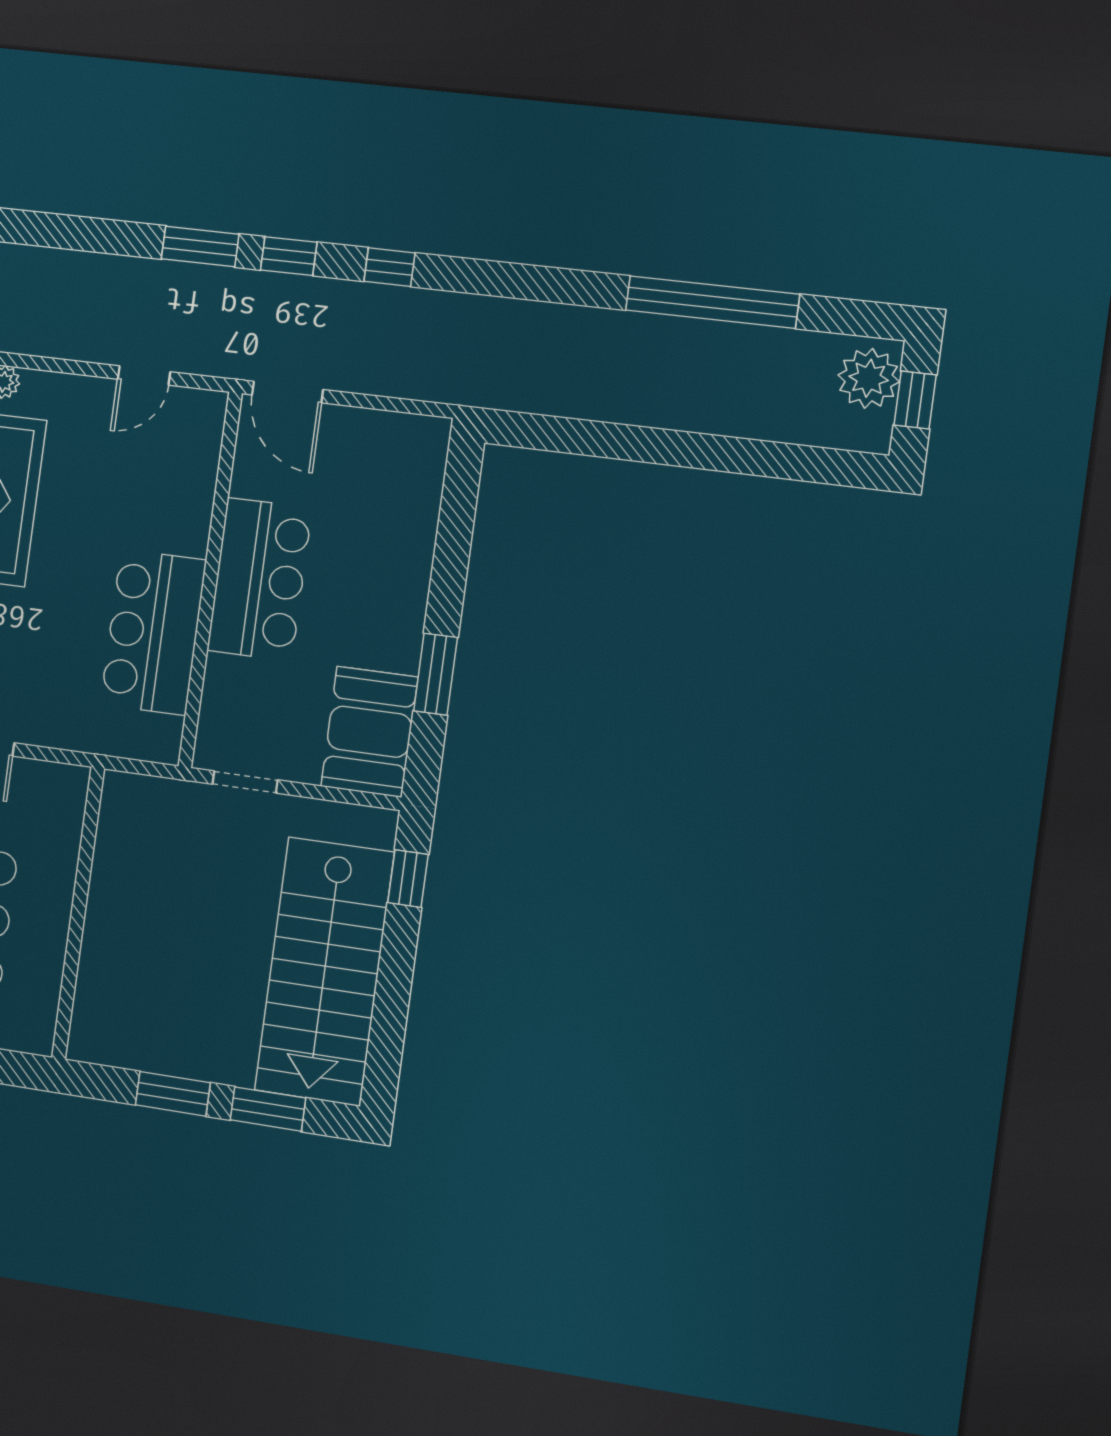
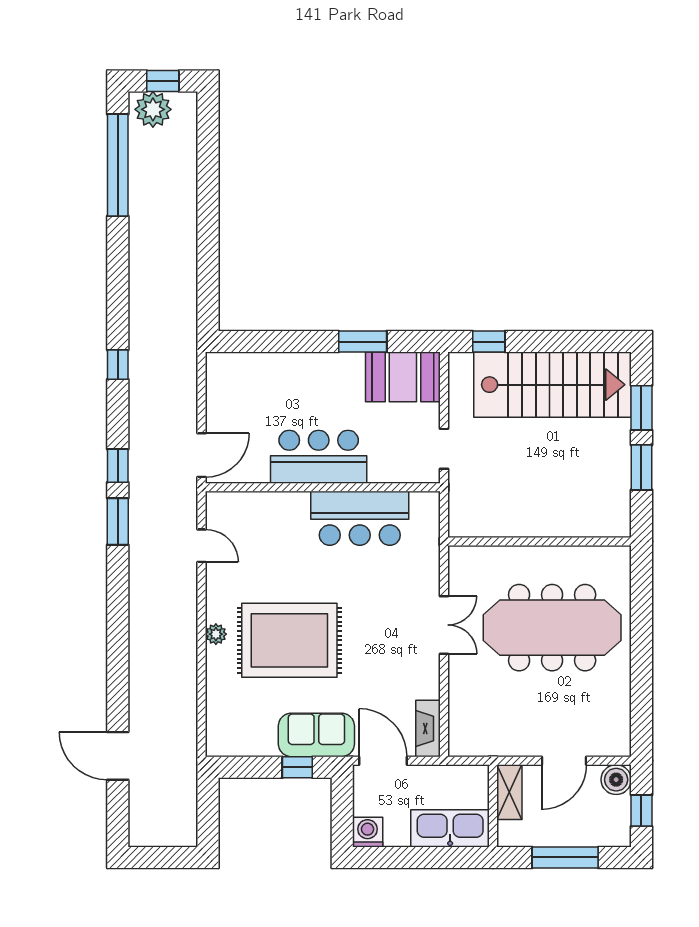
window: (390, 267) -> (118, 365), moved
window: (712, 302) -> (118, 165), moved

